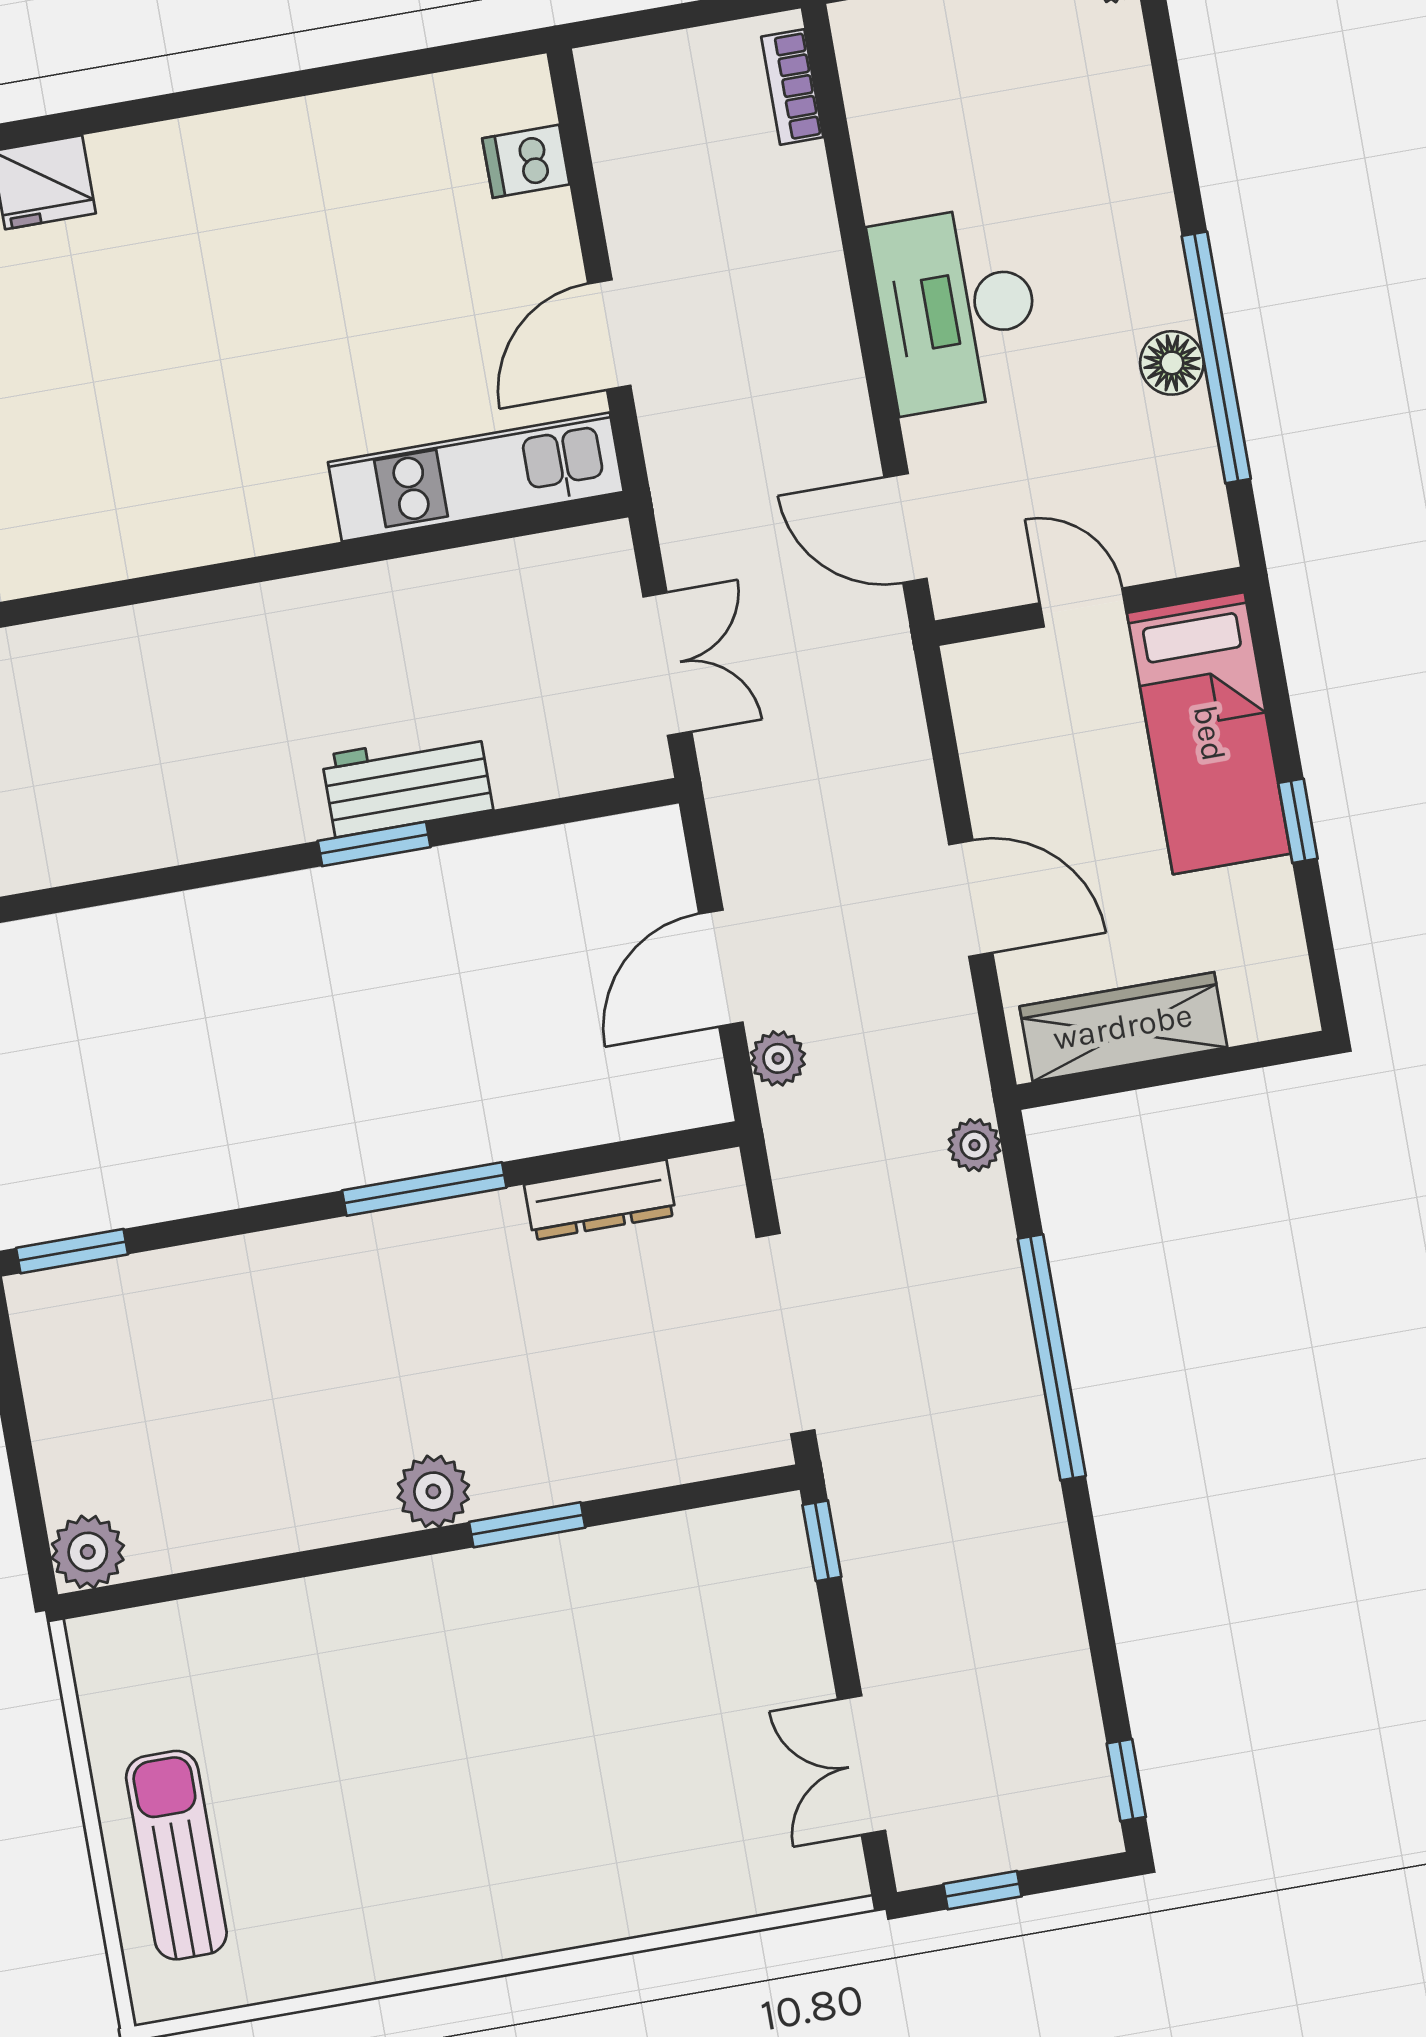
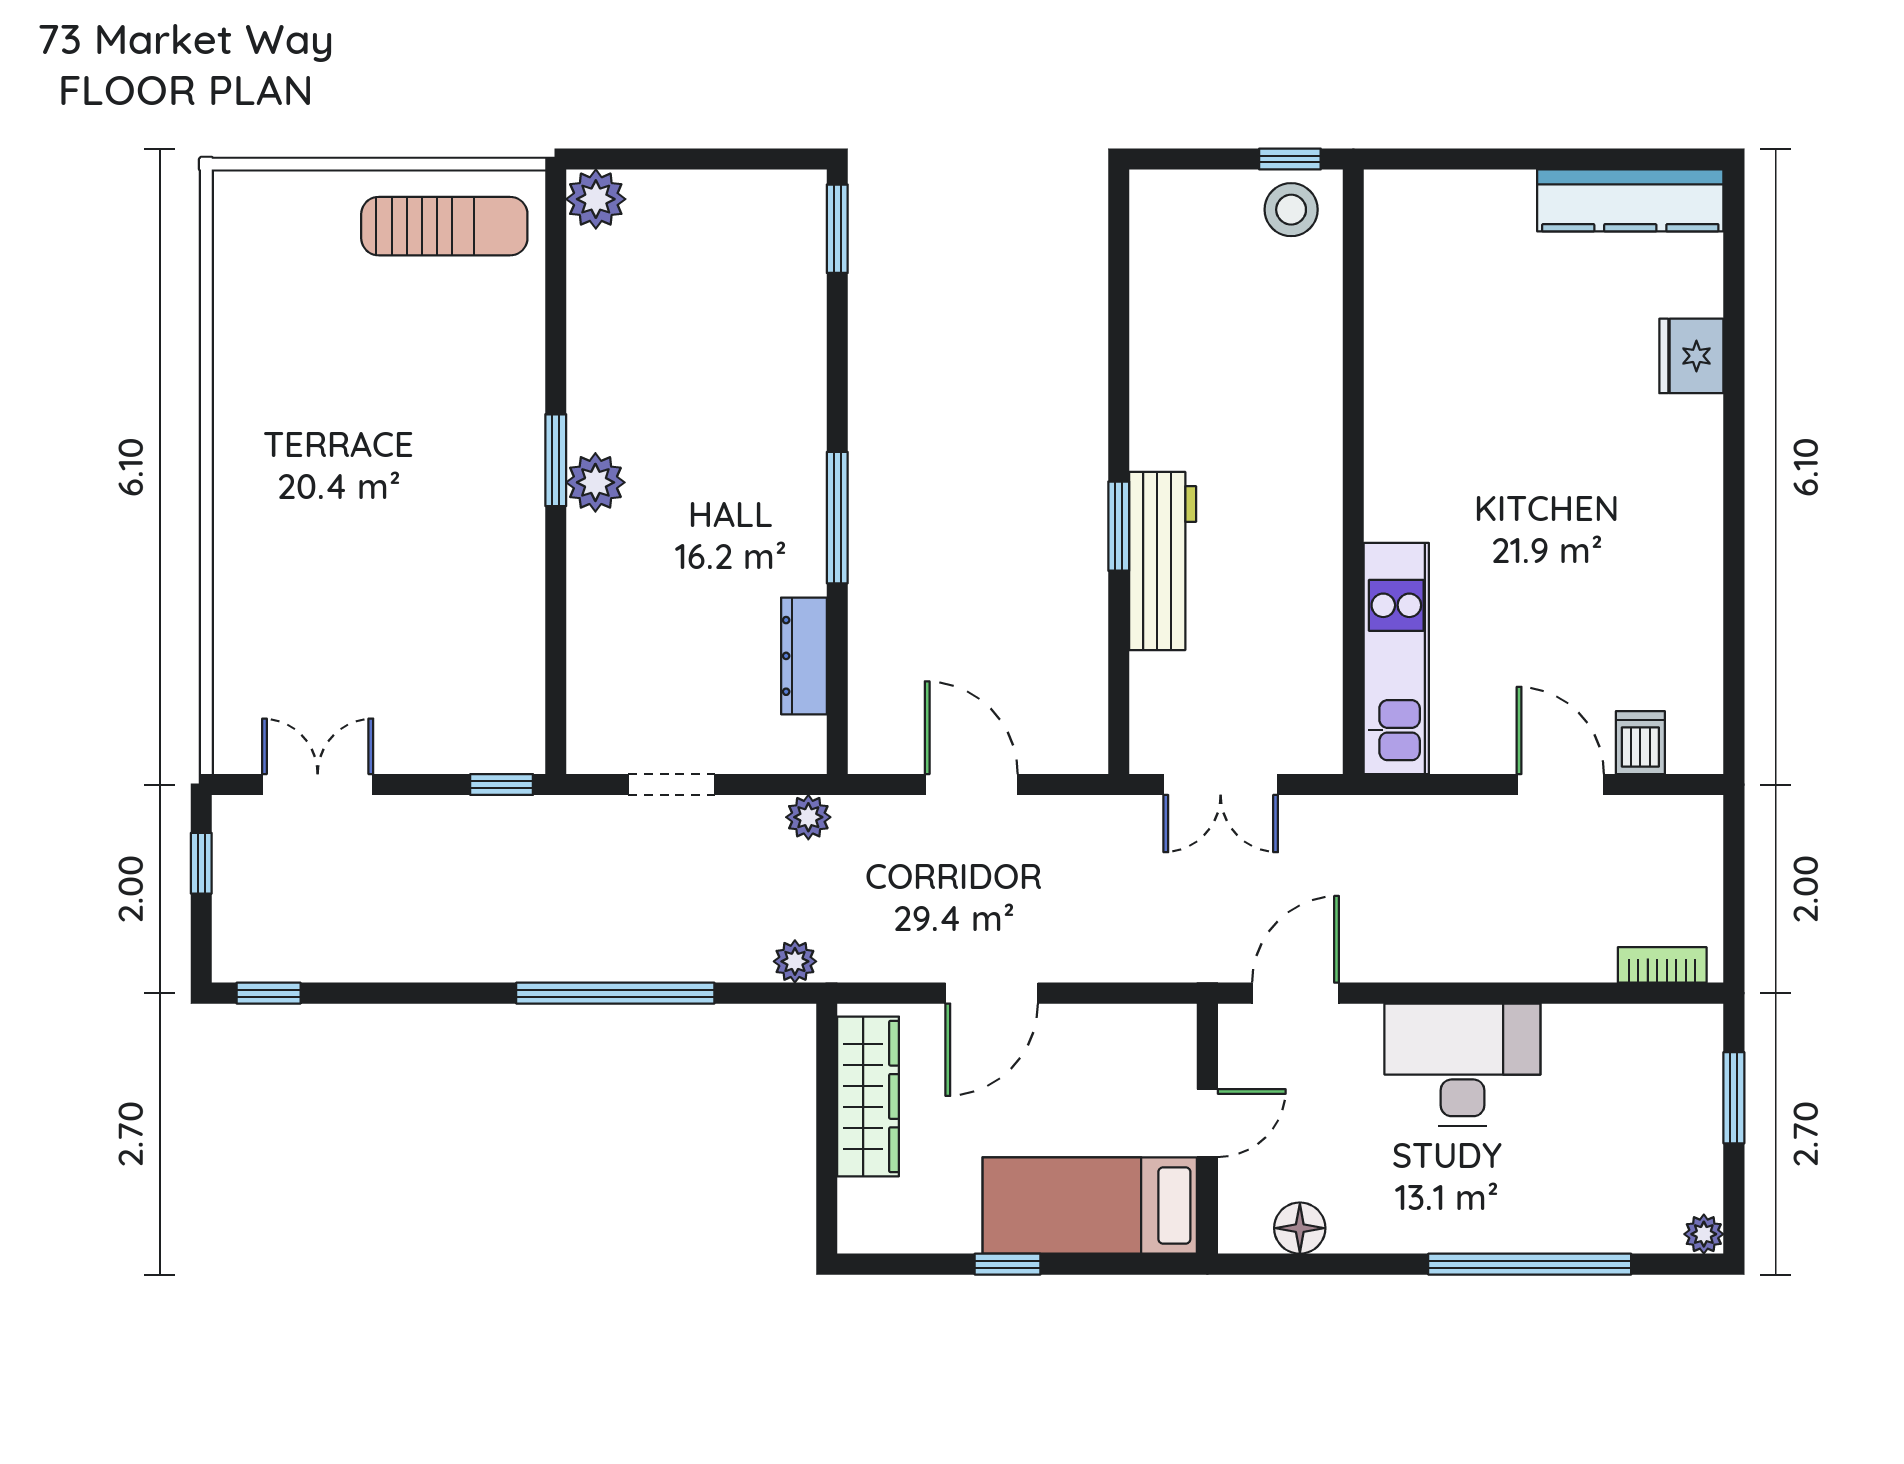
door: (609, 335) -> (1560, 785), moved
window: (1216, 357) -> (1530, 1264), moved
floor lamp: (1172, 363) -> (1300, 1228), moved
workbench: (407, 783) -> (1163, 561), width x1.38
plant: (778, 1058) -> (808, 817), moved
doorway: (785, 1334) -> (672, 785), width x0.53
window: (527, 1525) -> (556, 460), moved
sun lounger: (176, 1855) -> (444, 226), moved

